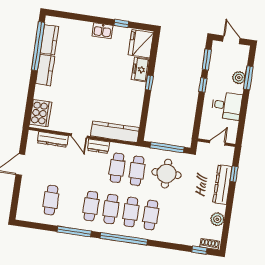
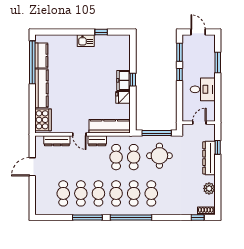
fridge: (141, 44) -> (123, 97), moved, width x0.53, depth x0.75
kitchen counter: (45, 70) -> (41, 88), width x1.50
freezer: (140, 70) -> (124, 80), moved
plant: (239, 78) -> (209, 64), removed
cafe table: (71, 203) -> (81, 193), added

